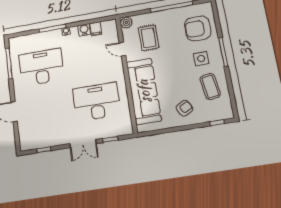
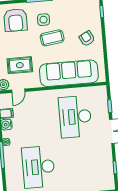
door: (122, 49) -> (18, 91), moved
coffee table: (210, 87) -> (52, 38), moved

